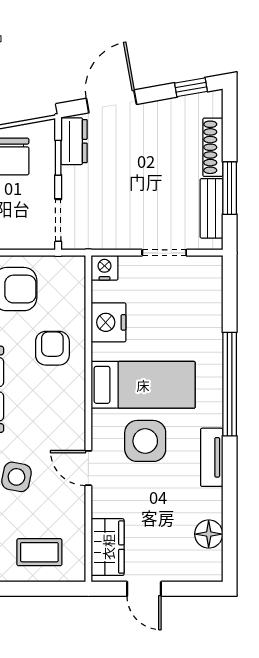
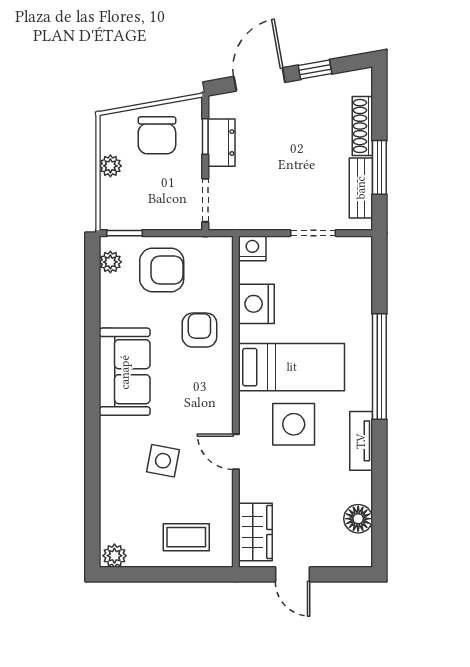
window: (191, 87) -> (315, 70), moved
dresser: (74, 141) -> (221, 143), moved

